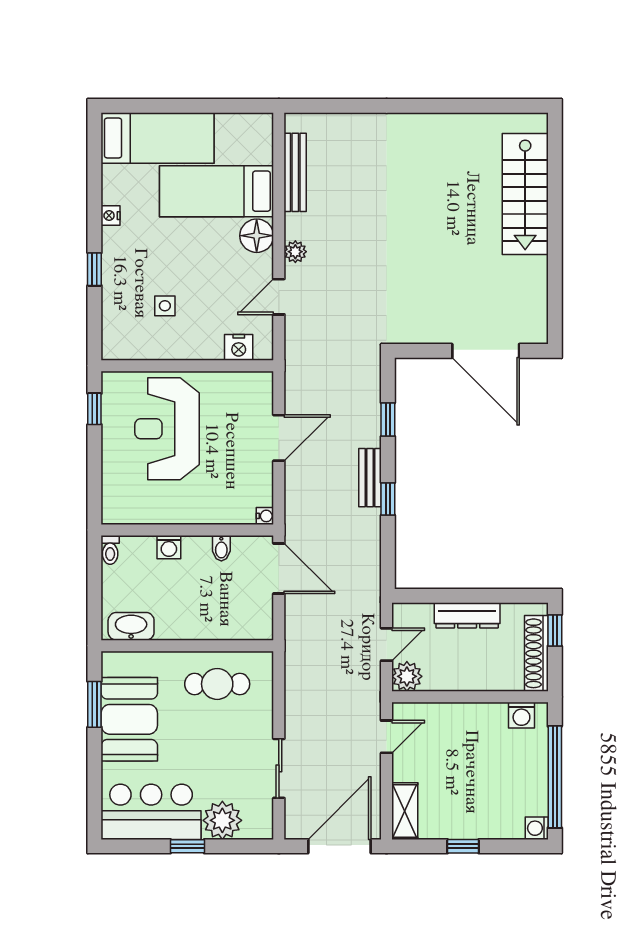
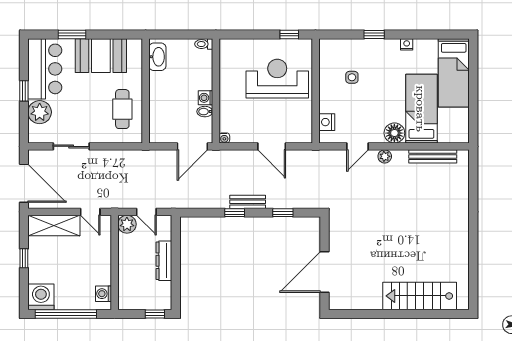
door: (279, 297) -> (357, 146), swing flipped
washing machine: (169, 547) -> (205, 98), moved
shoe rack: (536, 653) -> (141, 303), removed
window: (94, 704) -> (72, 35), moved
shelving: (405, 811) -> (54, 225), width x1.50, depth x1.33
washing machine: (537, 828) -> (41, 297), width x1.89, depth x1.89

